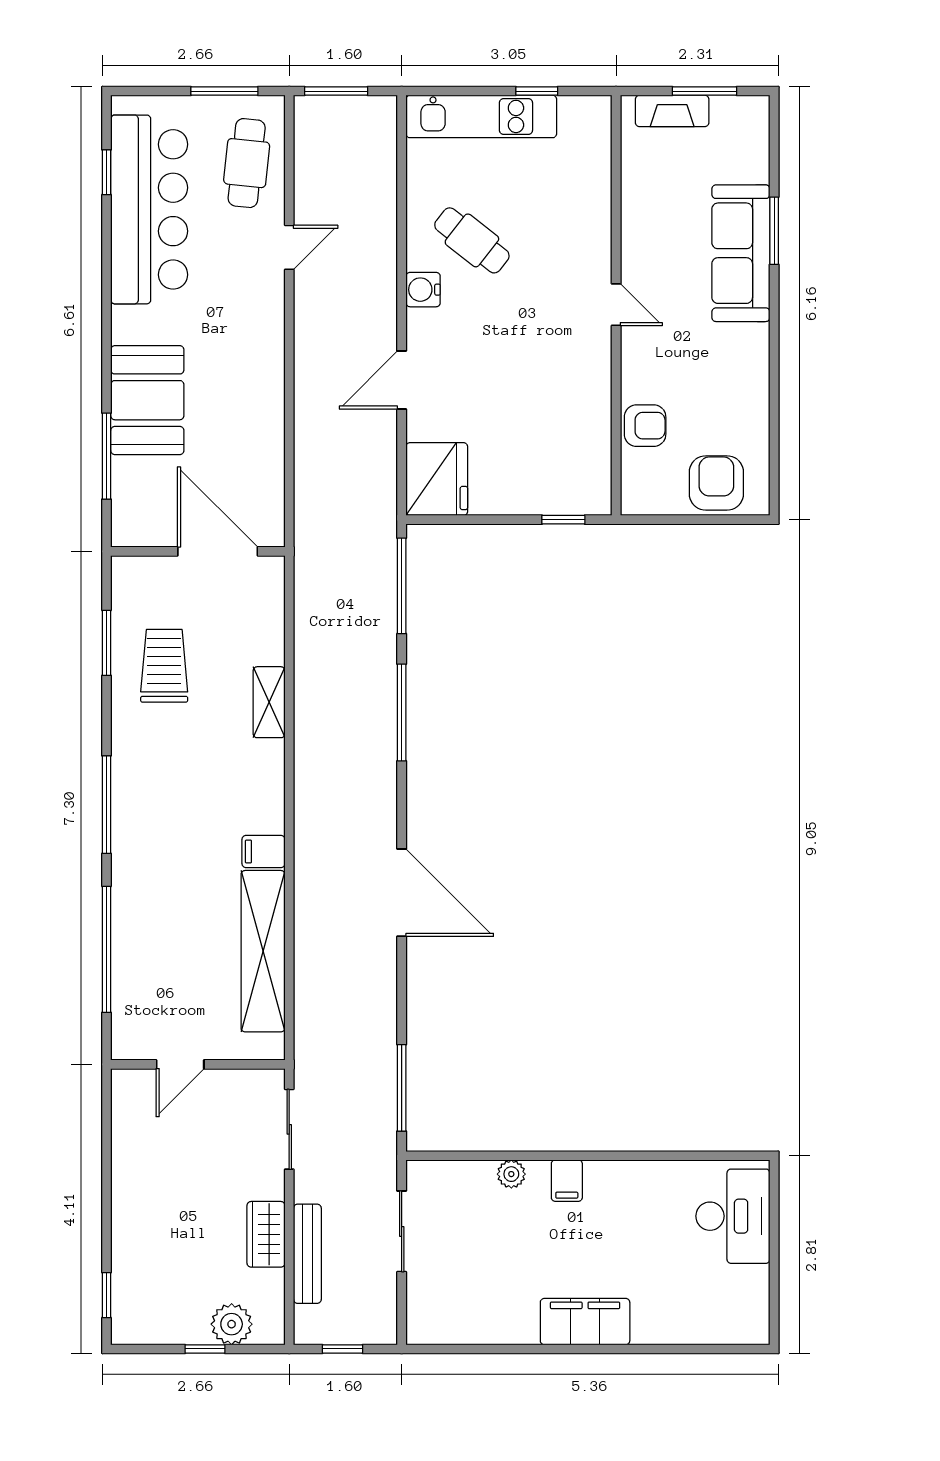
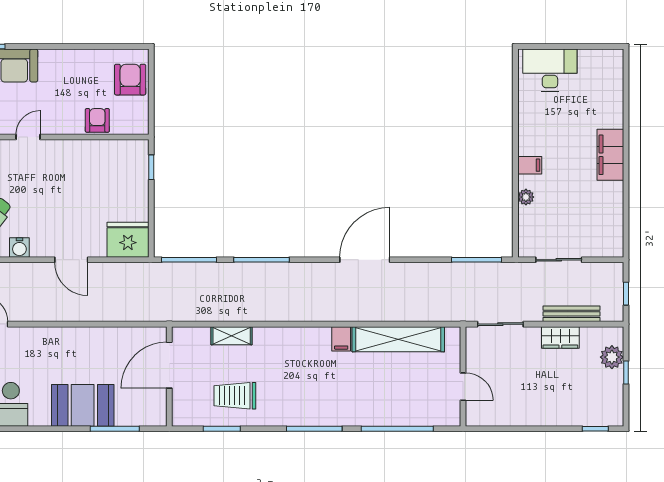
armchair: (716, 483) -> (130, 80), turned 90
shelving: (269, 702) -> (232, 336), moved

